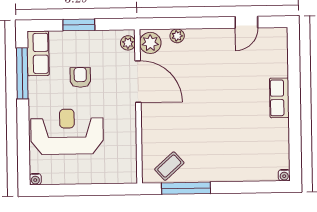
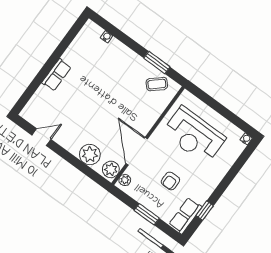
plant: (177, 36) -> (90, 155), width x1.87, depth x1.87
window: (22, 73) -> (205, 211), width x0.46
reception desk: (67, 132) -> (194, 135), moved
water cooler: (284, 175) -> (107, 37), moved
window: (186, 188) -> (157, 63), width x0.69

